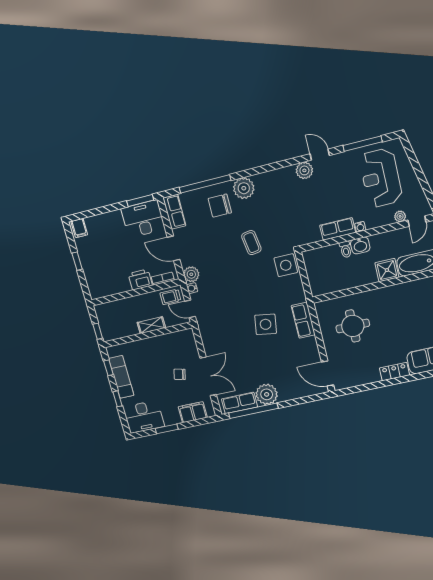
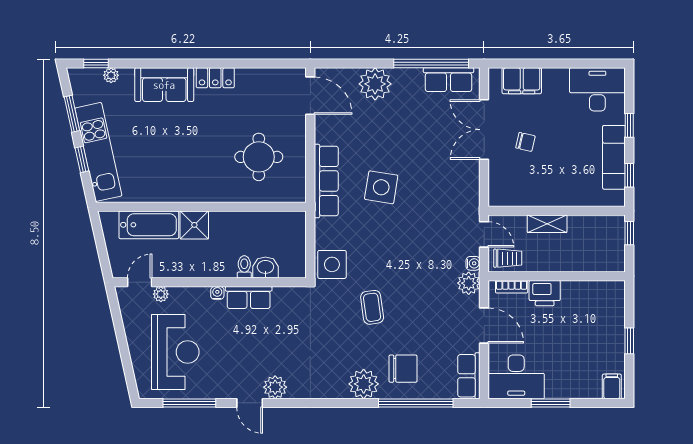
window: (140, 201) -> (551, 403), moved
washbasin: (360, 245) -> (265, 268), moved
row of seats: (303, 320) -> (326, 181), width x1.48
plant: (267, 394) -> (375, 84), moved
window: (167, 429) -> (568, 64), removed

